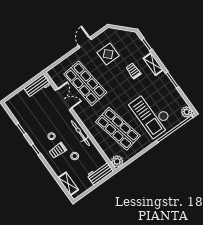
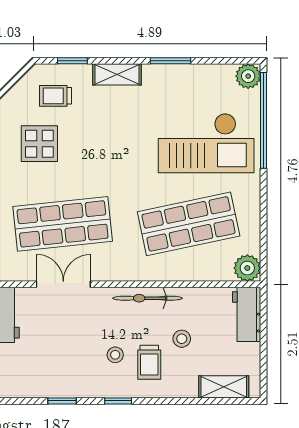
trolley: (133, 71) -> (55, 96), moved

